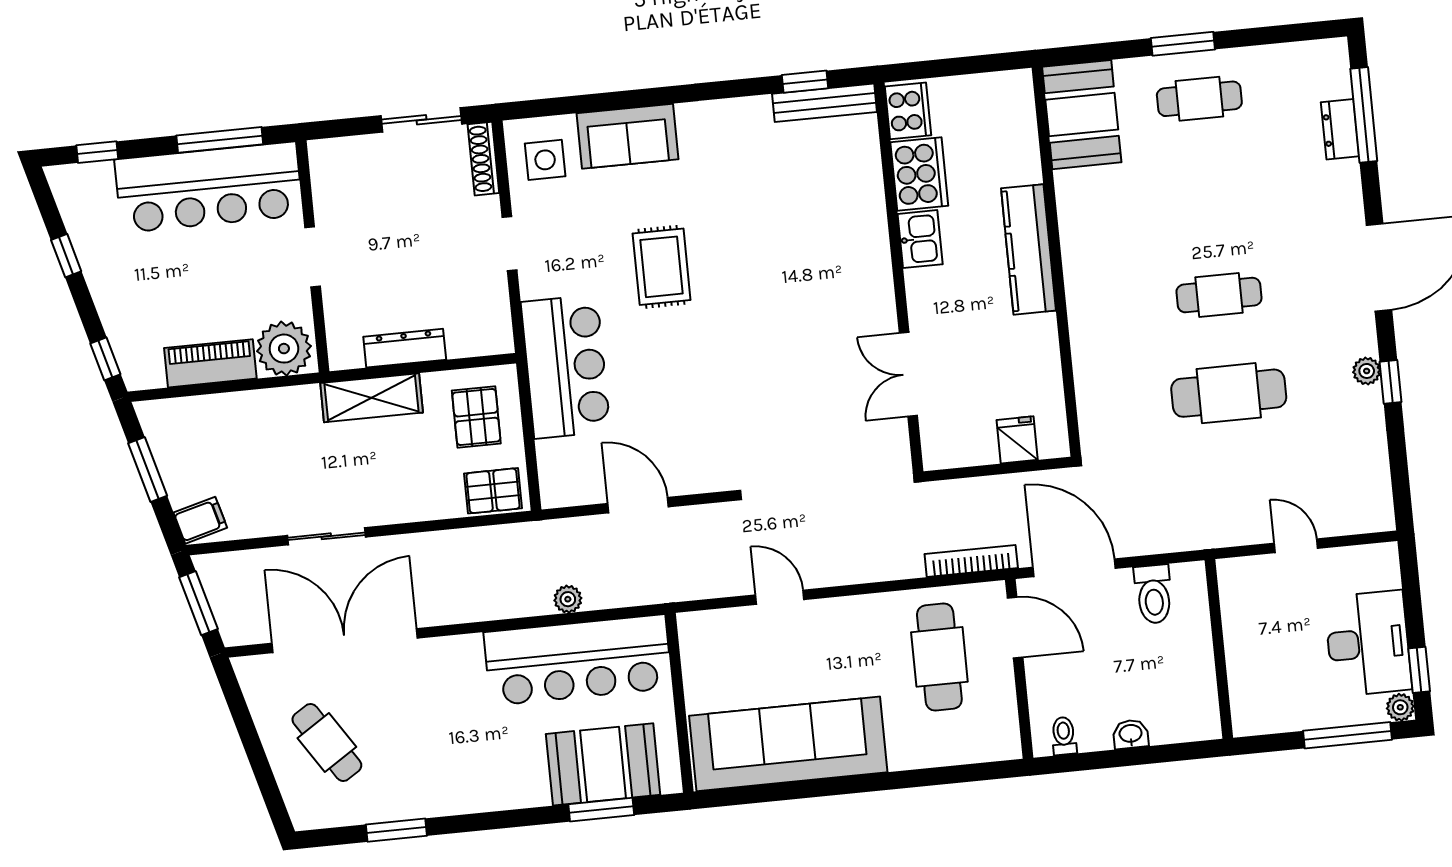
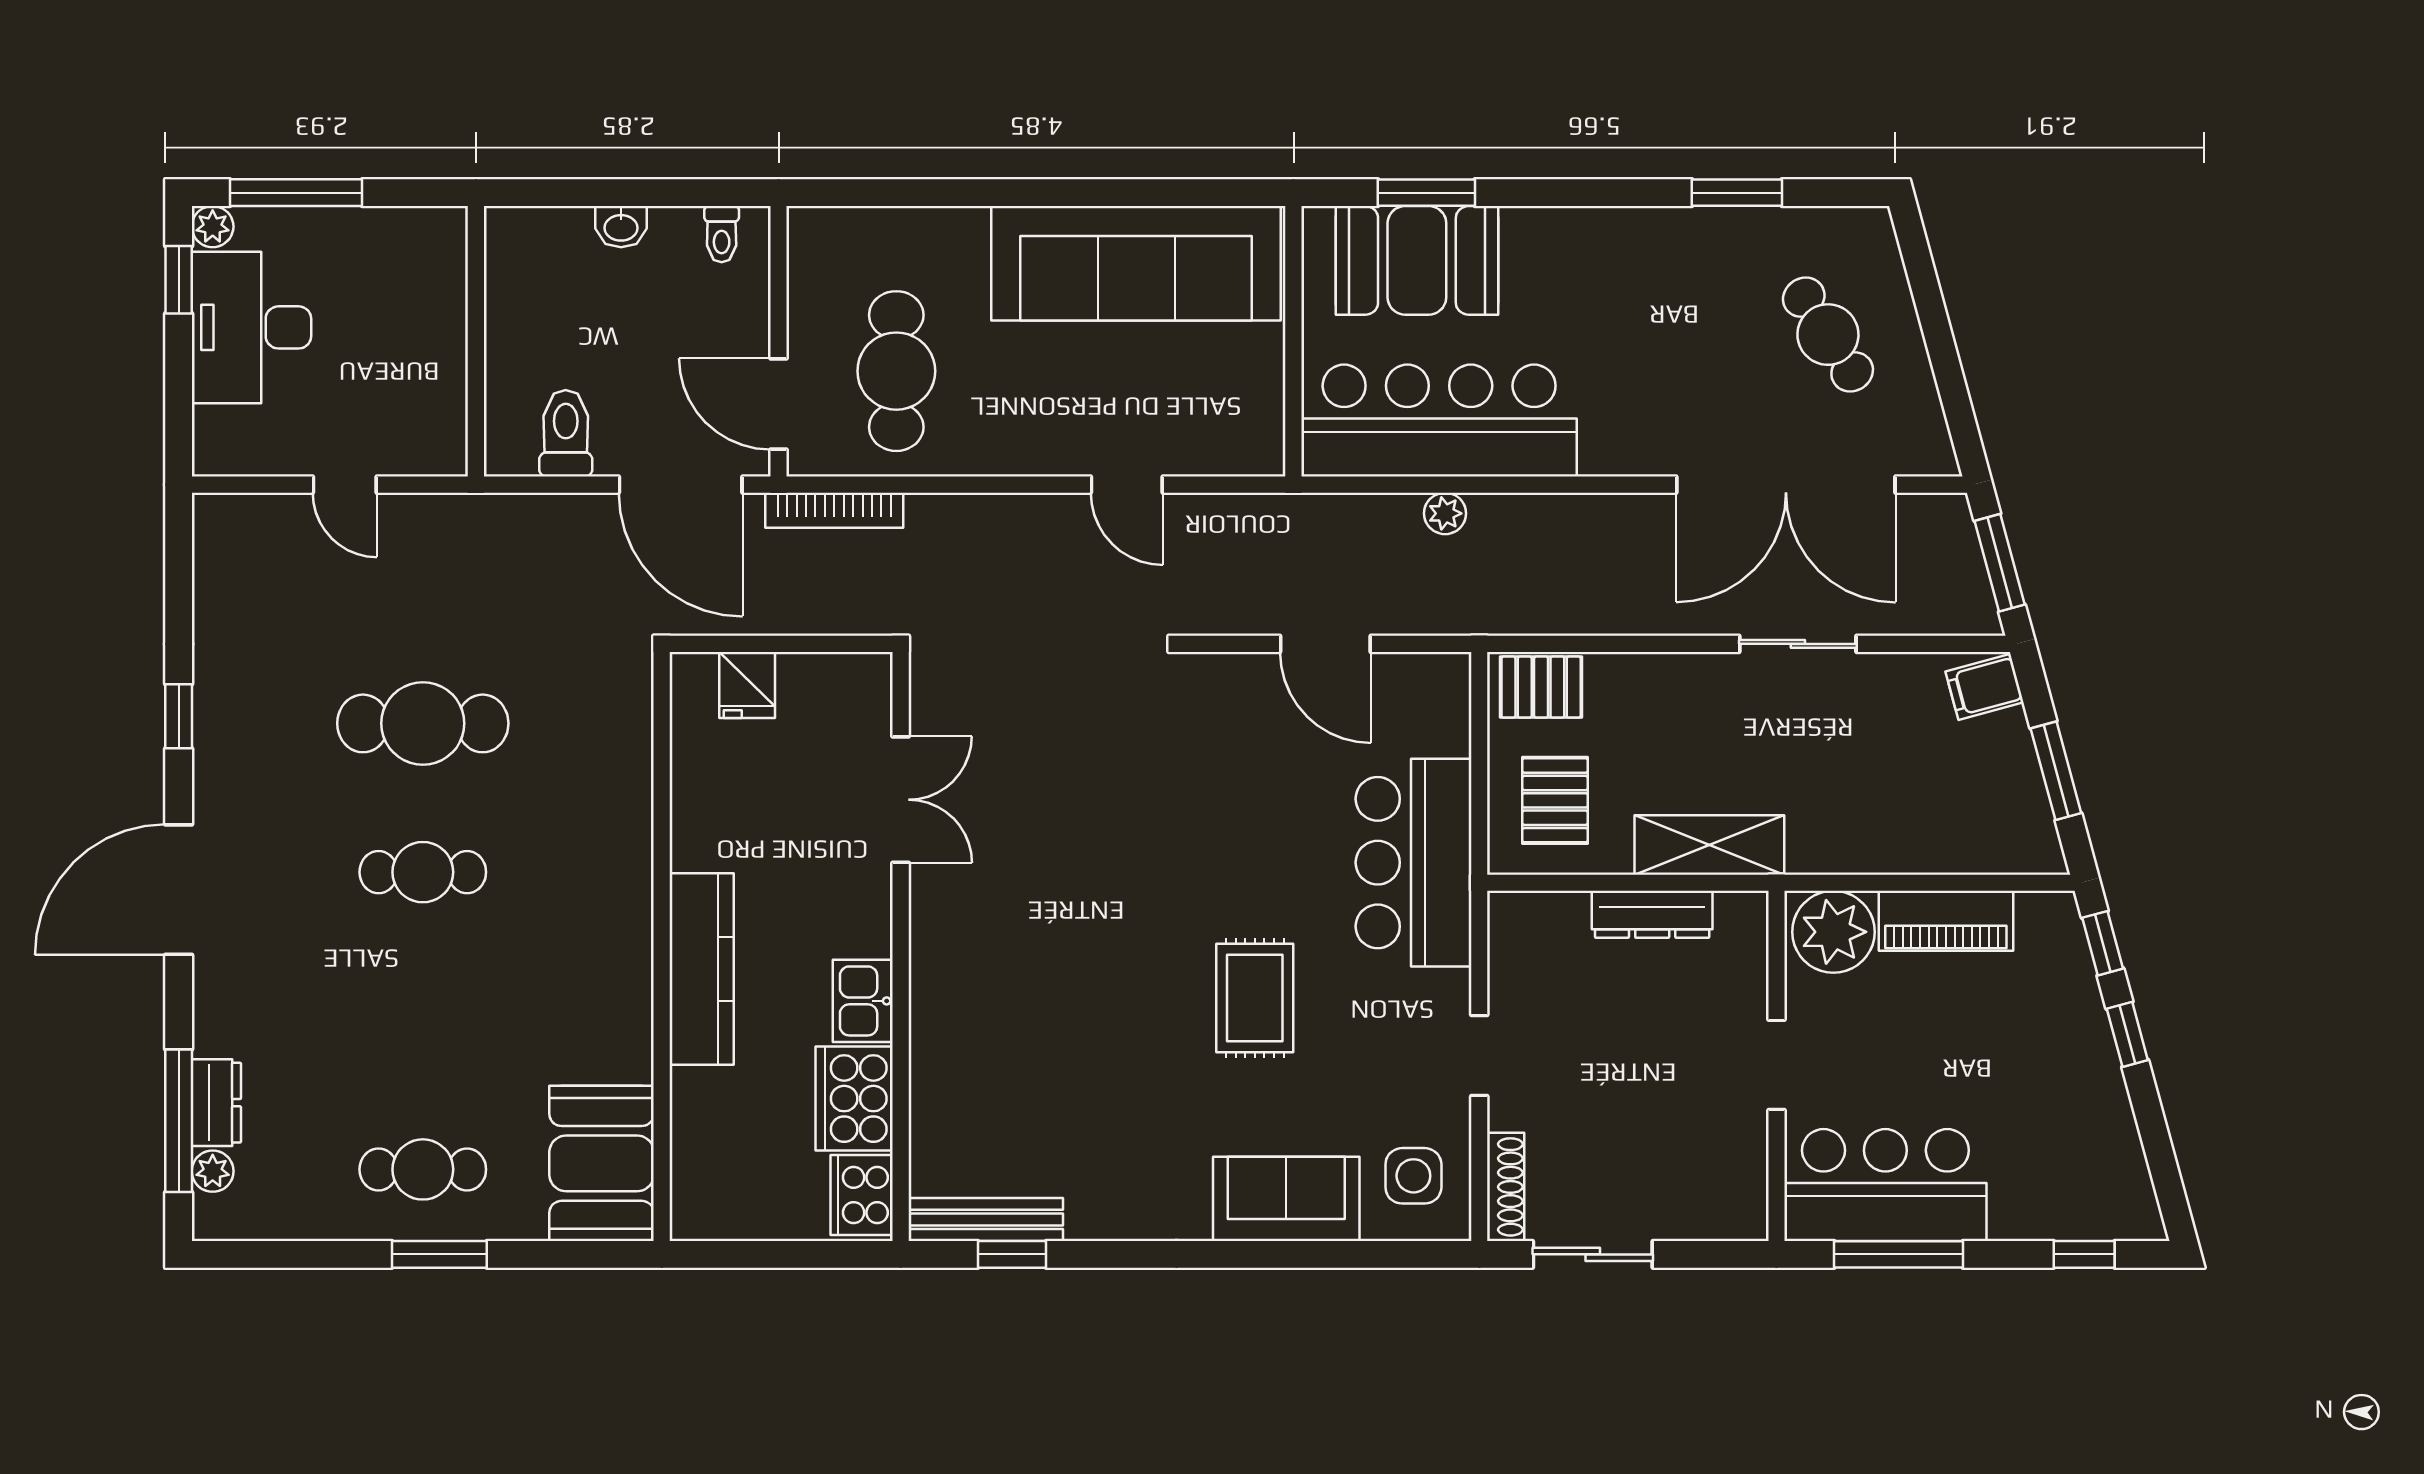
bar counter: (209, 187) -> (1885, 1185), width x0.73
window: (66, 256) -> (2127, 1034), moved
plant: (1367, 371) -> (213, 1171), moved

